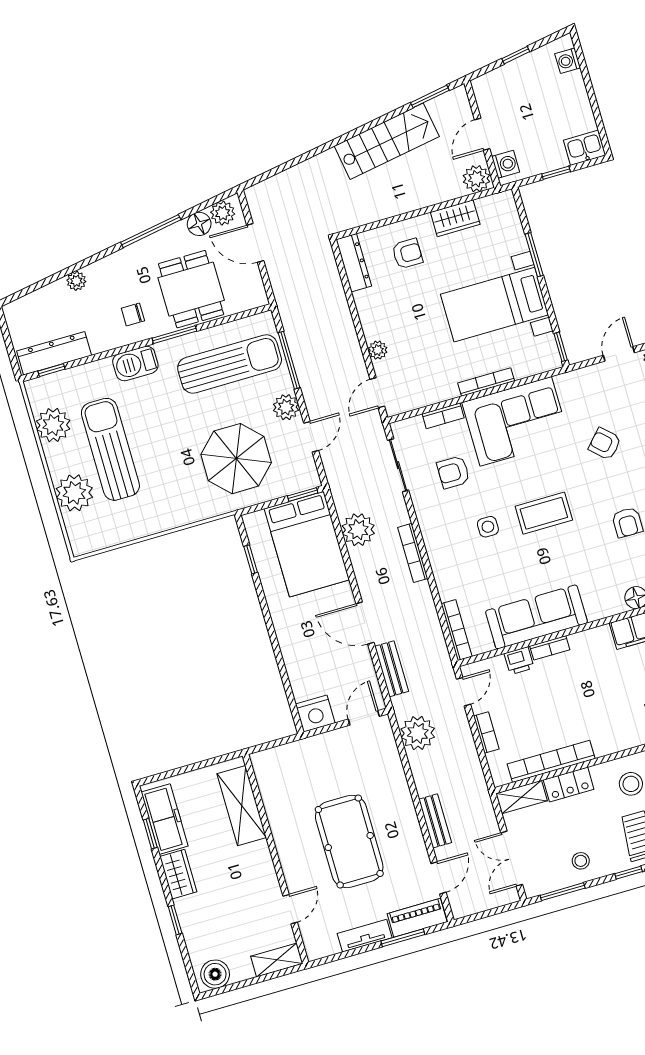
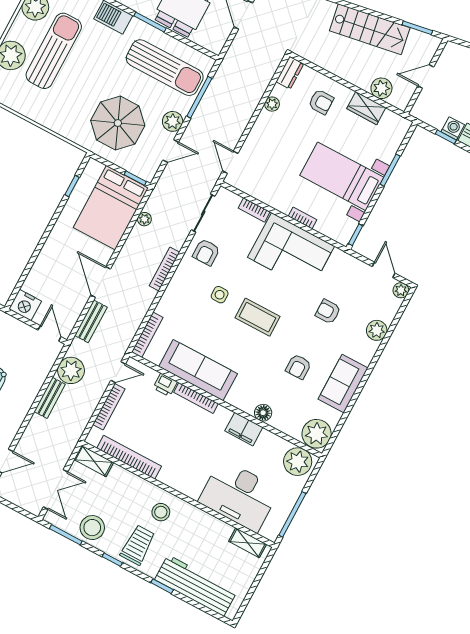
washing machine: (506, 164) -> (453, 128), moved, turned -90
plant: (476, 179) -> (381, 88), moved
dresser: (354, 263) -> (290, 73), width x0.70
plant: (378, 350) -> (272, 104), moved
door: (619, 354) -> (384, 270), hinge flipped
bookcase: (486, 382) -> (303, 218), width x0.64
door: (377, 393) -> (230, 162), hinge flipped
armchair: (605, 444) -> (328, 312), turned -43
armchair: (453, 472) -> (206, 252), moved, turned -90
plant: (358, 530) -> (144, 219), width x0.53, depth x0.53
bookcase: (550, 648) -> (196, 398), width x1.56
door: (364, 718) -> (50, 333), hinge flipped
bookcase: (486, 733) -> (109, 407), width x1.56
locker: (569, 785) -> (126, 479), removed
bench: (435, 821) -> (50, 398), moved
double door: (512, 859) -> (56, 489), swing flipped
stool: (581, 861) -> (92, 528), width x1.89, depth x1.89

